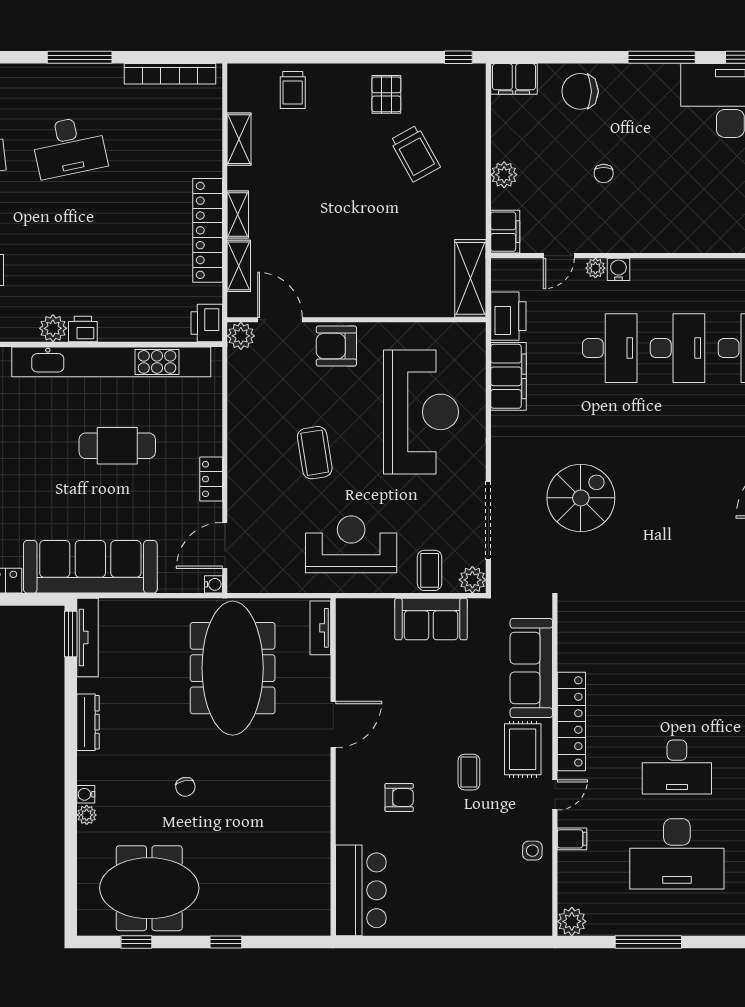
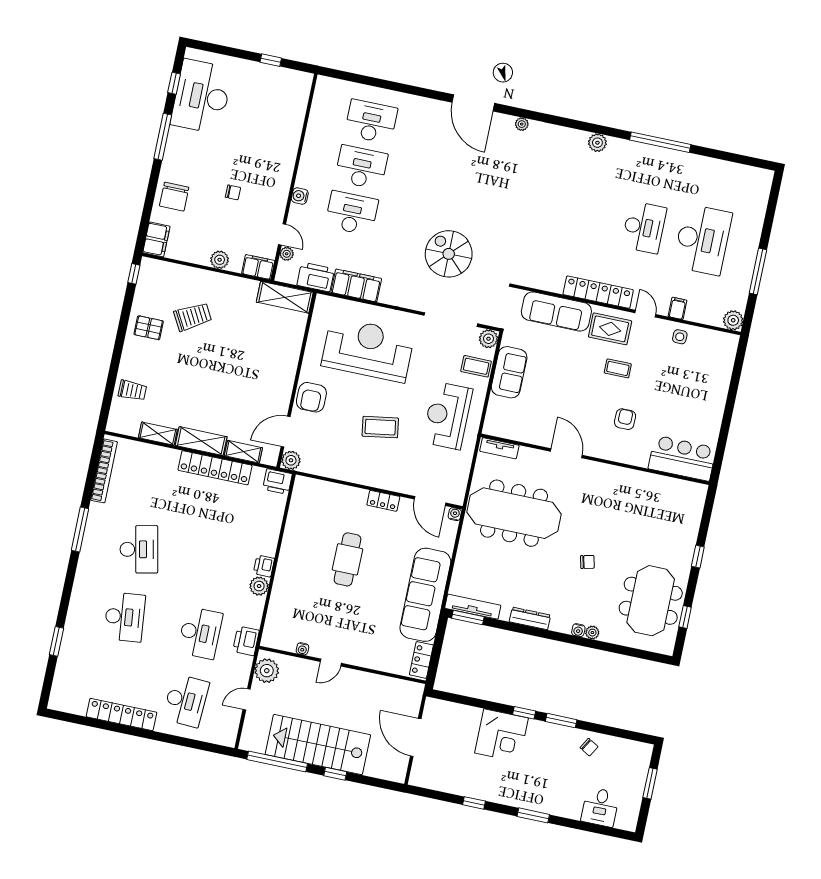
shelving: (238, 215) -> (201, 441), width x1.50, depth x1.33
plant: (595, 268) -> (287, 254), moved
kitchen unit: (111, 362) -> (290, 551), removed

